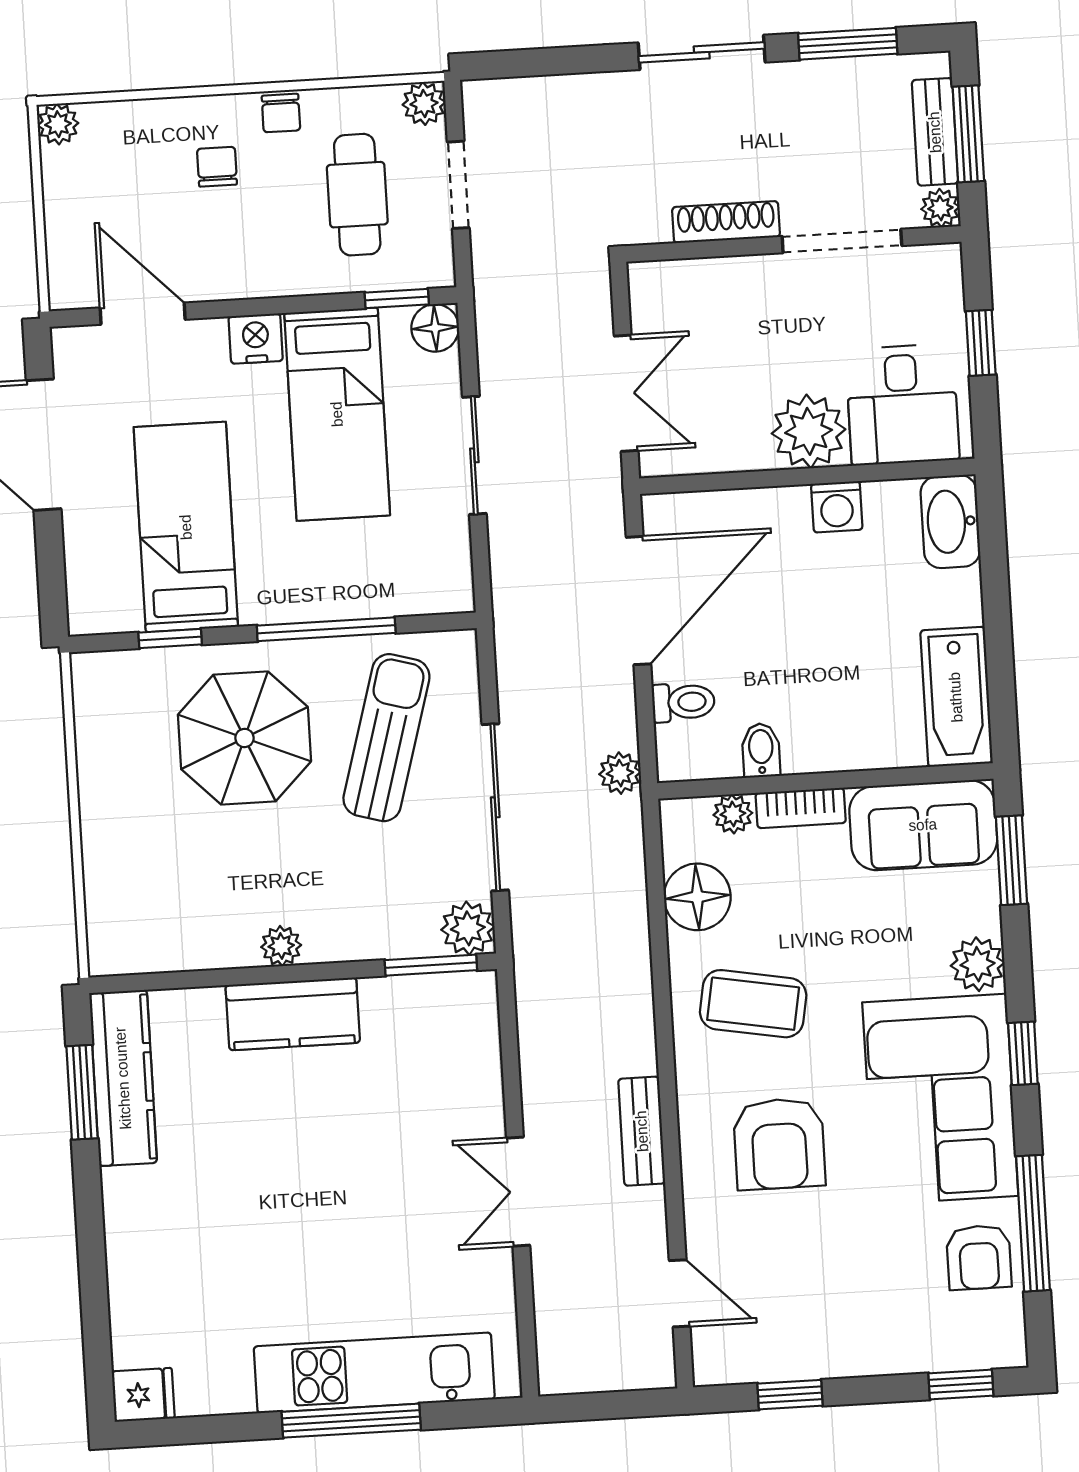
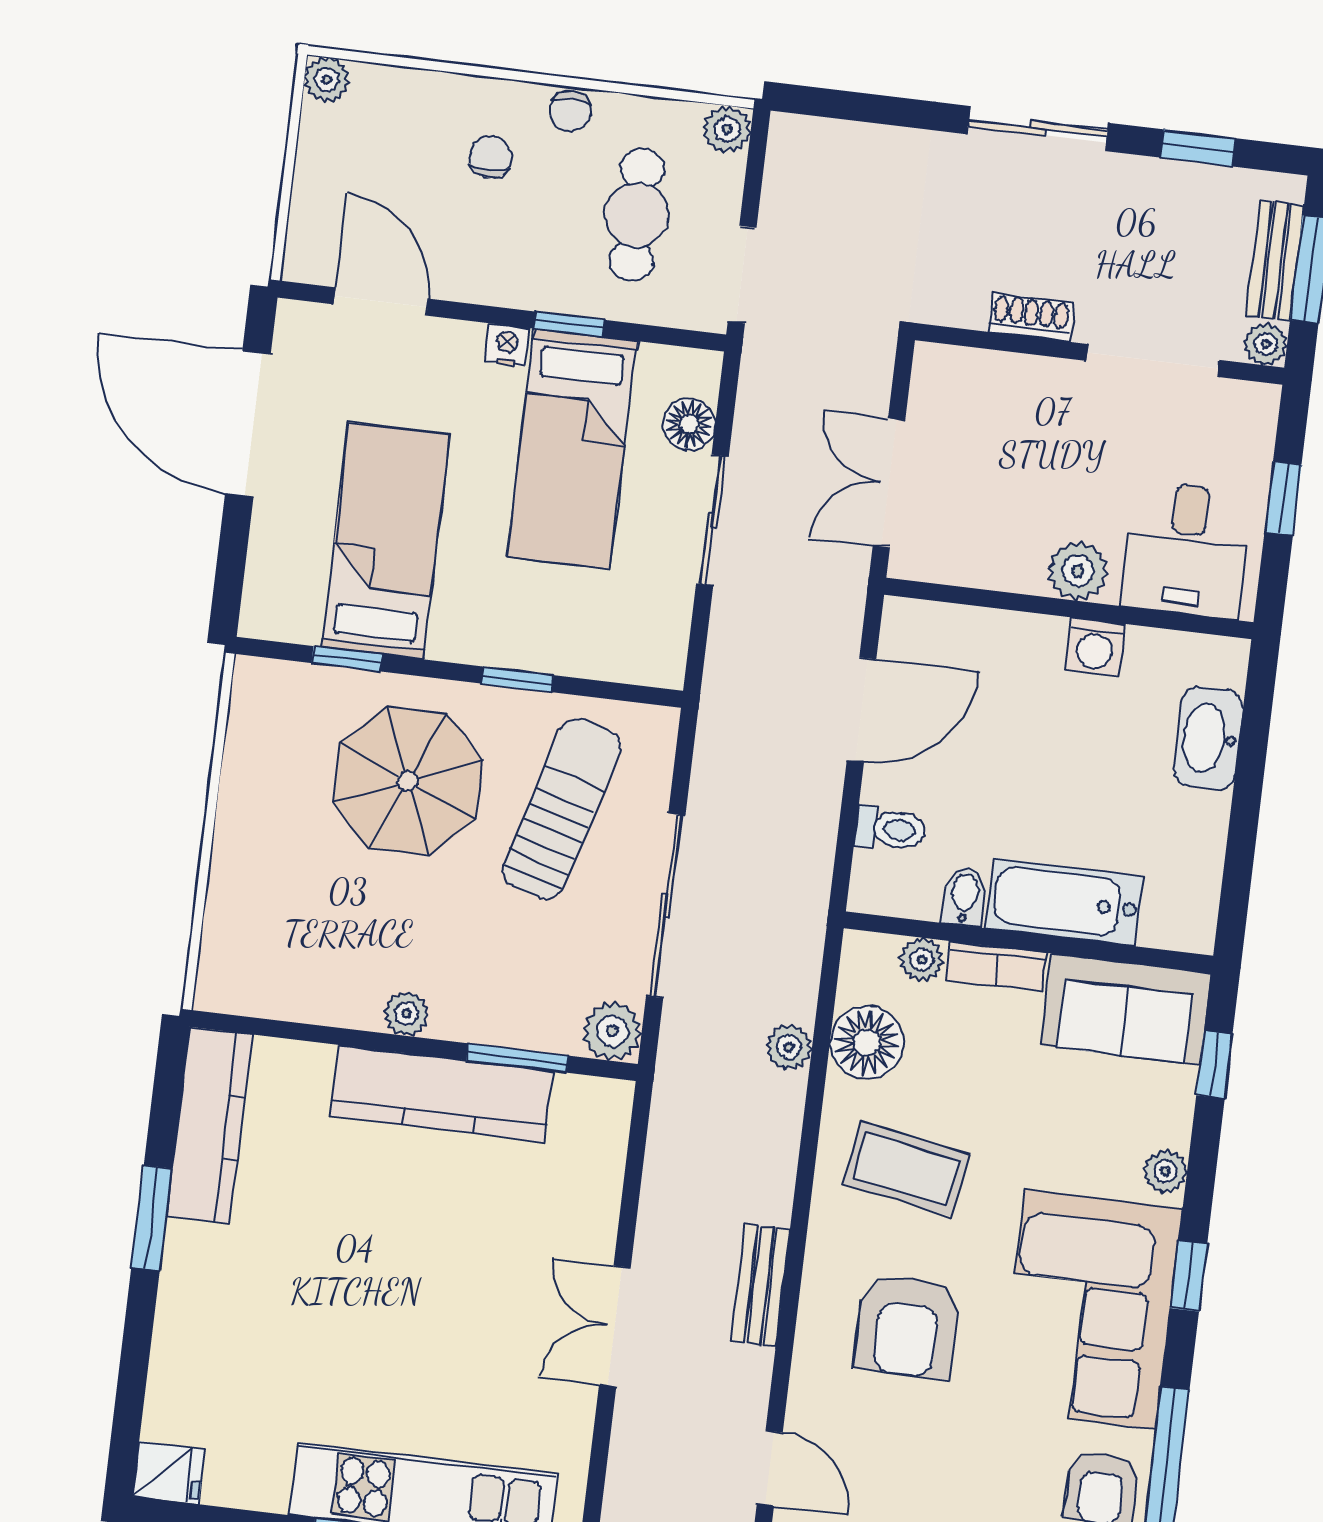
window: (848, 44) -> (1198, 148), width x0.67
doorway: (458, 185) -> (742, 275), moved
shoe rack: (726, 222) -> (1031, 317), width x0.70
window: (397, 299) -> (569, 324), moved
floor lamp: (435, 328) -> (689, 424), moved
nightstand: (256, 339) -> (507, 345), width x0.72, depth x0.74
double door: (626, 393) -> (889, 483), swing flipped
plant: (809, 431) -> (1078, 571), width x0.73, depth x0.73
washbasin: (950, 522) -> (1208, 738), moved
door: (638, 601) -> (862, 710), width x0.73
window: (326, 629) -> (518, 679), width x0.46
bathtub: (956, 697) -> (1065, 902), moved, turned 90
plant: (620, 773) -> (789, 1047), moved
window: (1011, 860) -> (1214, 1065), width x0.67
plant: (978, 964) -> (1165, 1171), width x0.73, depth x0.73
window: (431, 965) -> (517, 1058), moved
kitchen counter: (293, 1014) -> (442, 1094), width x1.50
window: (82, 1092) -> (152, 1218), moved

